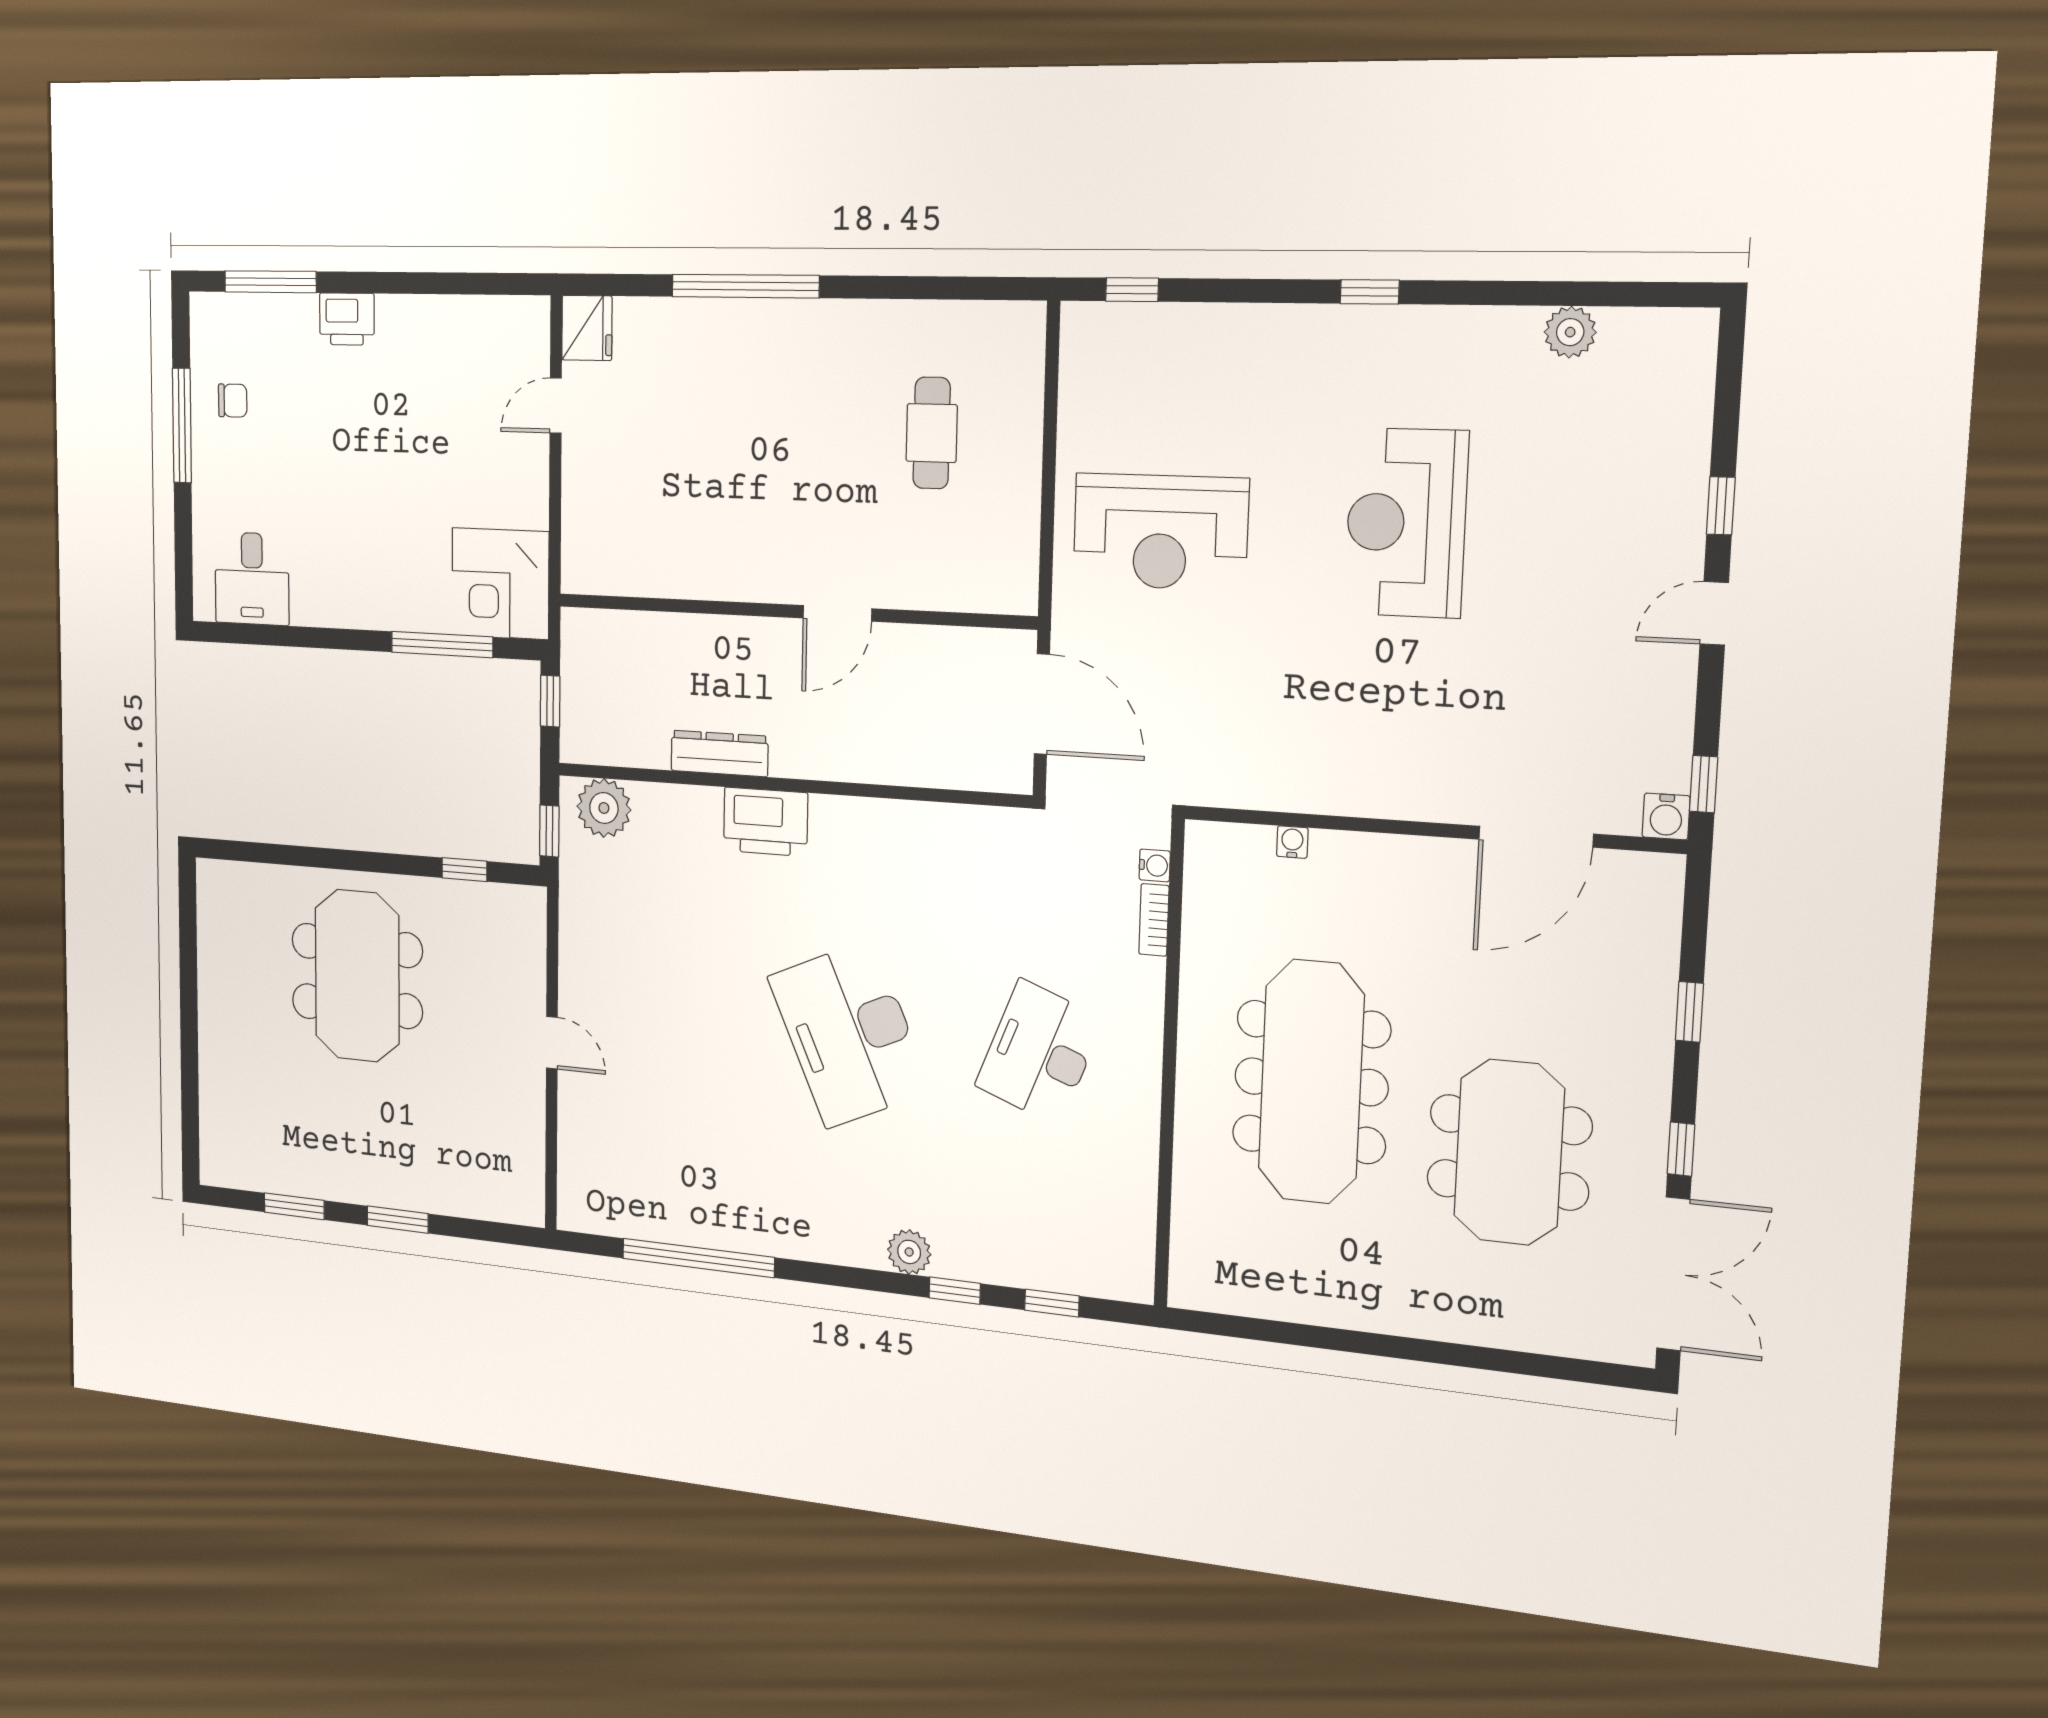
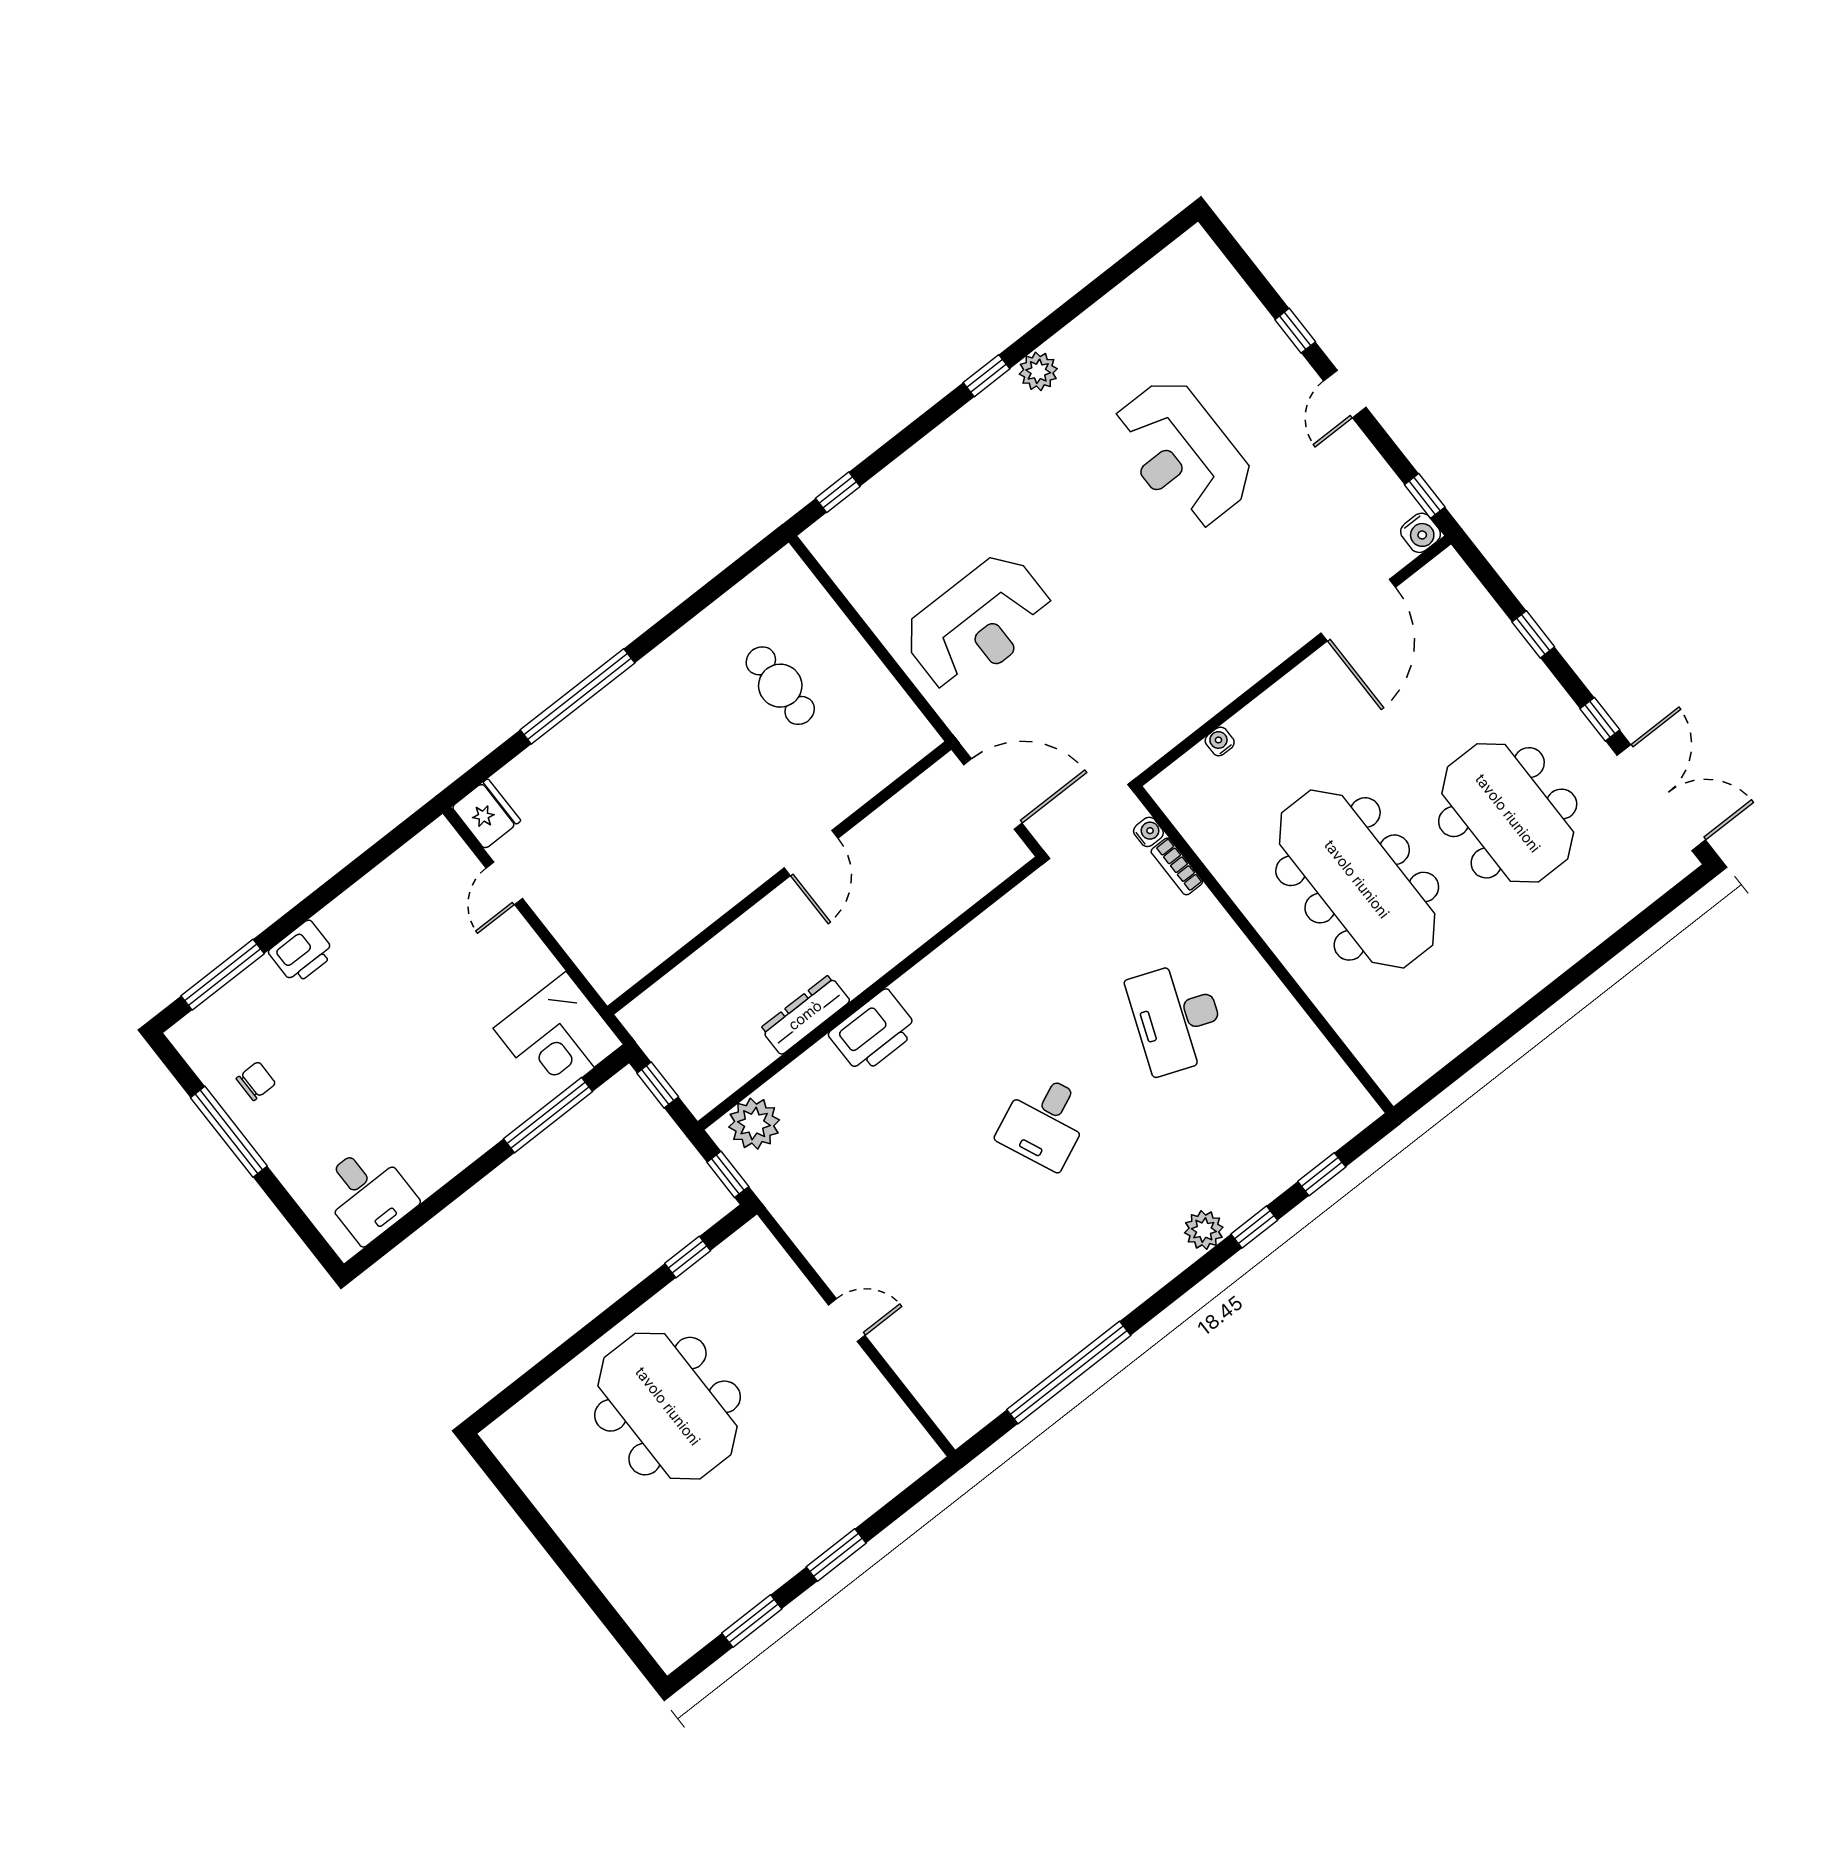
plant: (1570, 332) -> (1038, 371), moved
reception desk: (1406, 523) -> (1182, 454), moved
desk: (849, 1034) -> (1045, 1121), width x0.53, depth x0.77

